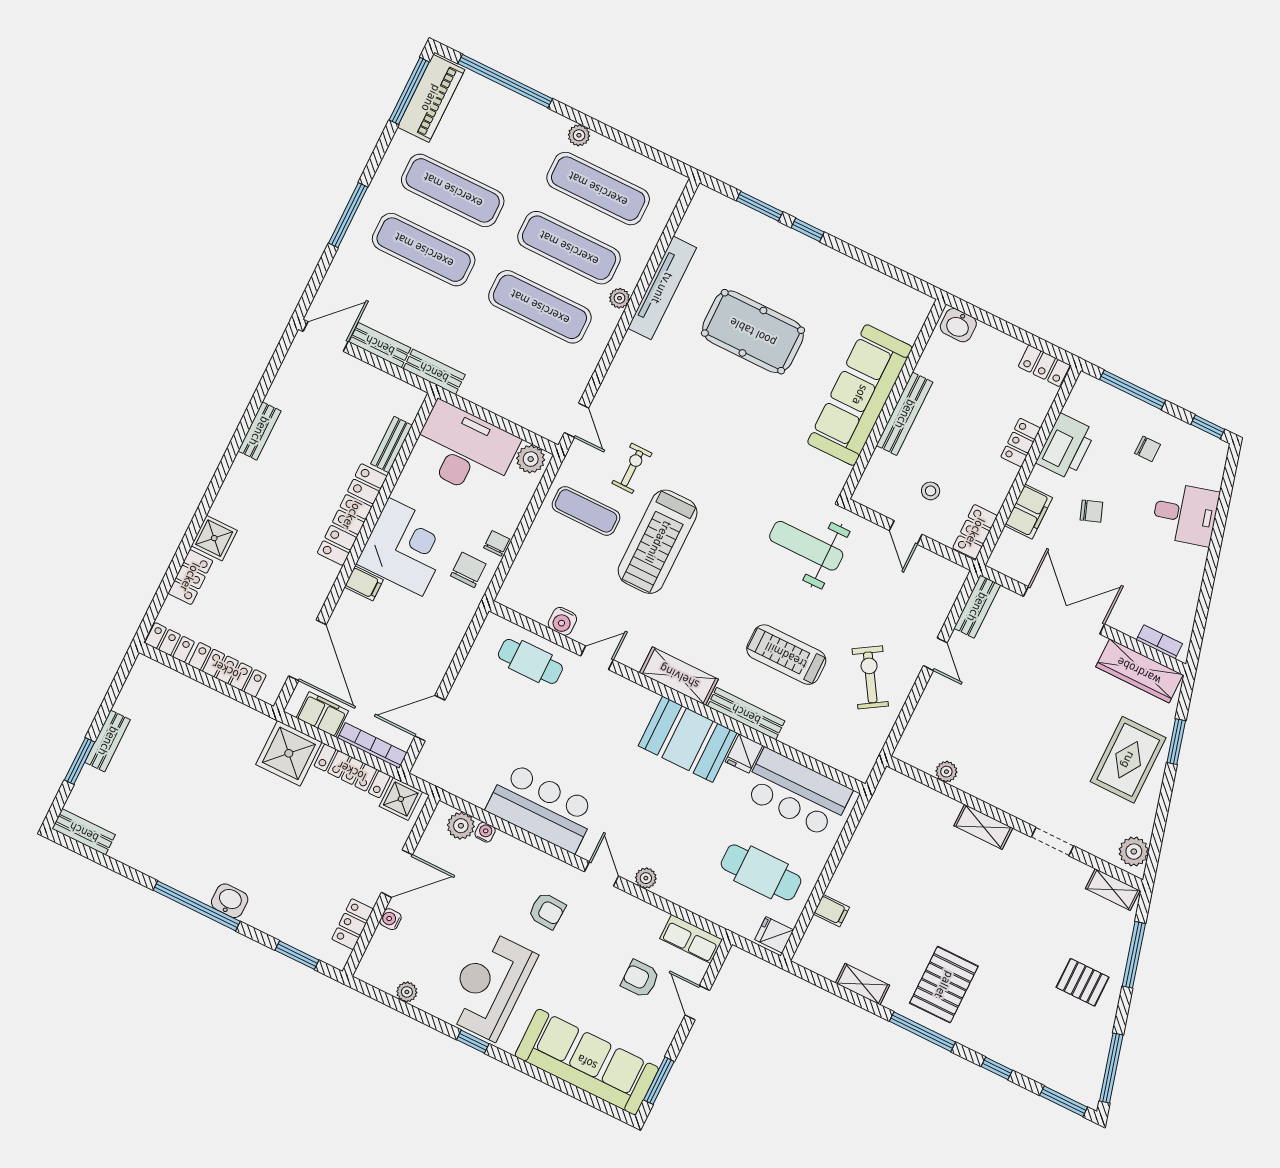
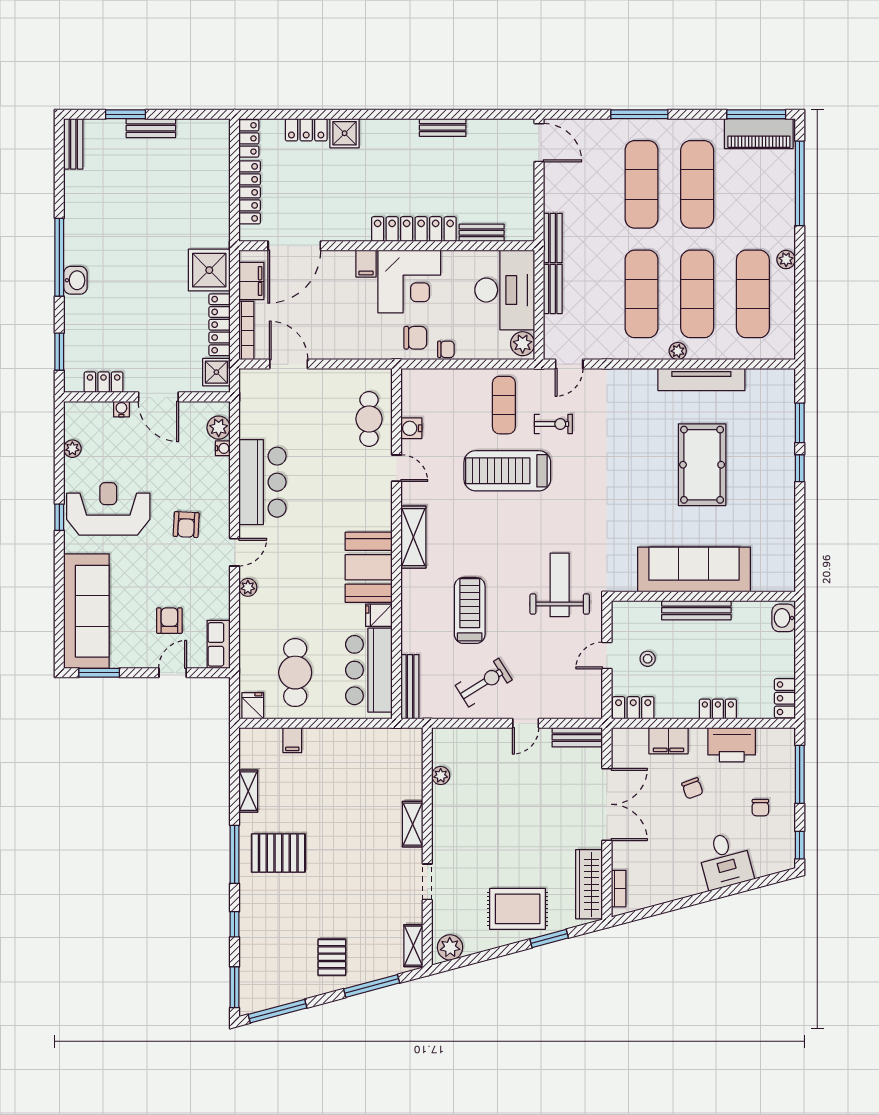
bench: (380, 345) -> (553, 289), moved
bench: (746, 714) -> (410, 687), moved

